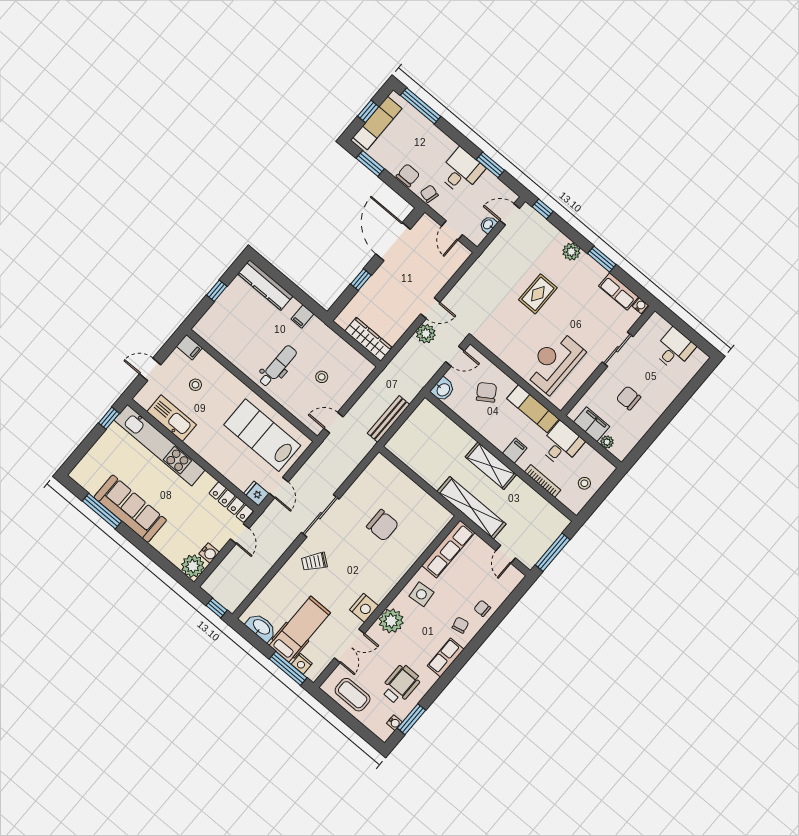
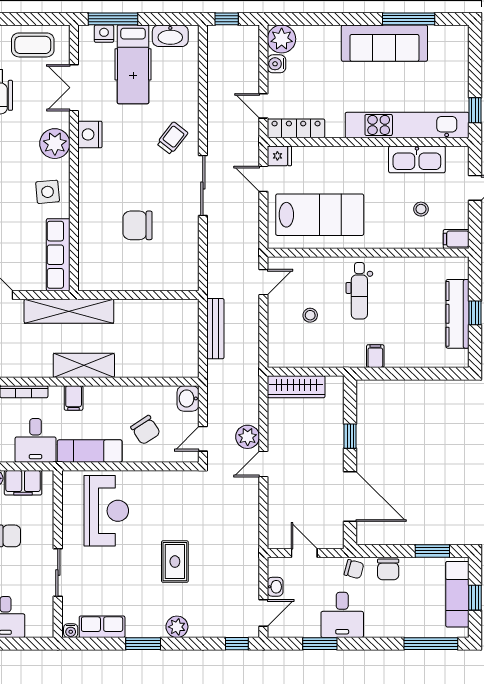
kitchen counter: (265, 285) -> (457, 314), moved, turned -90

